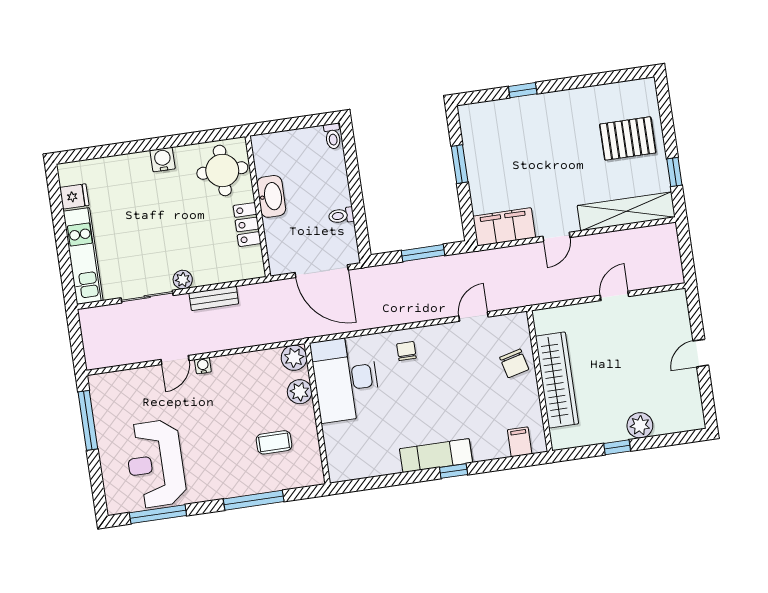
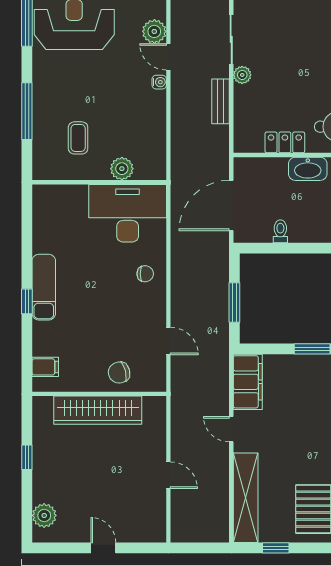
plant: (294, 358) -> (154, 31), moved
plant: (640, 425) -> (44, 515), moved

